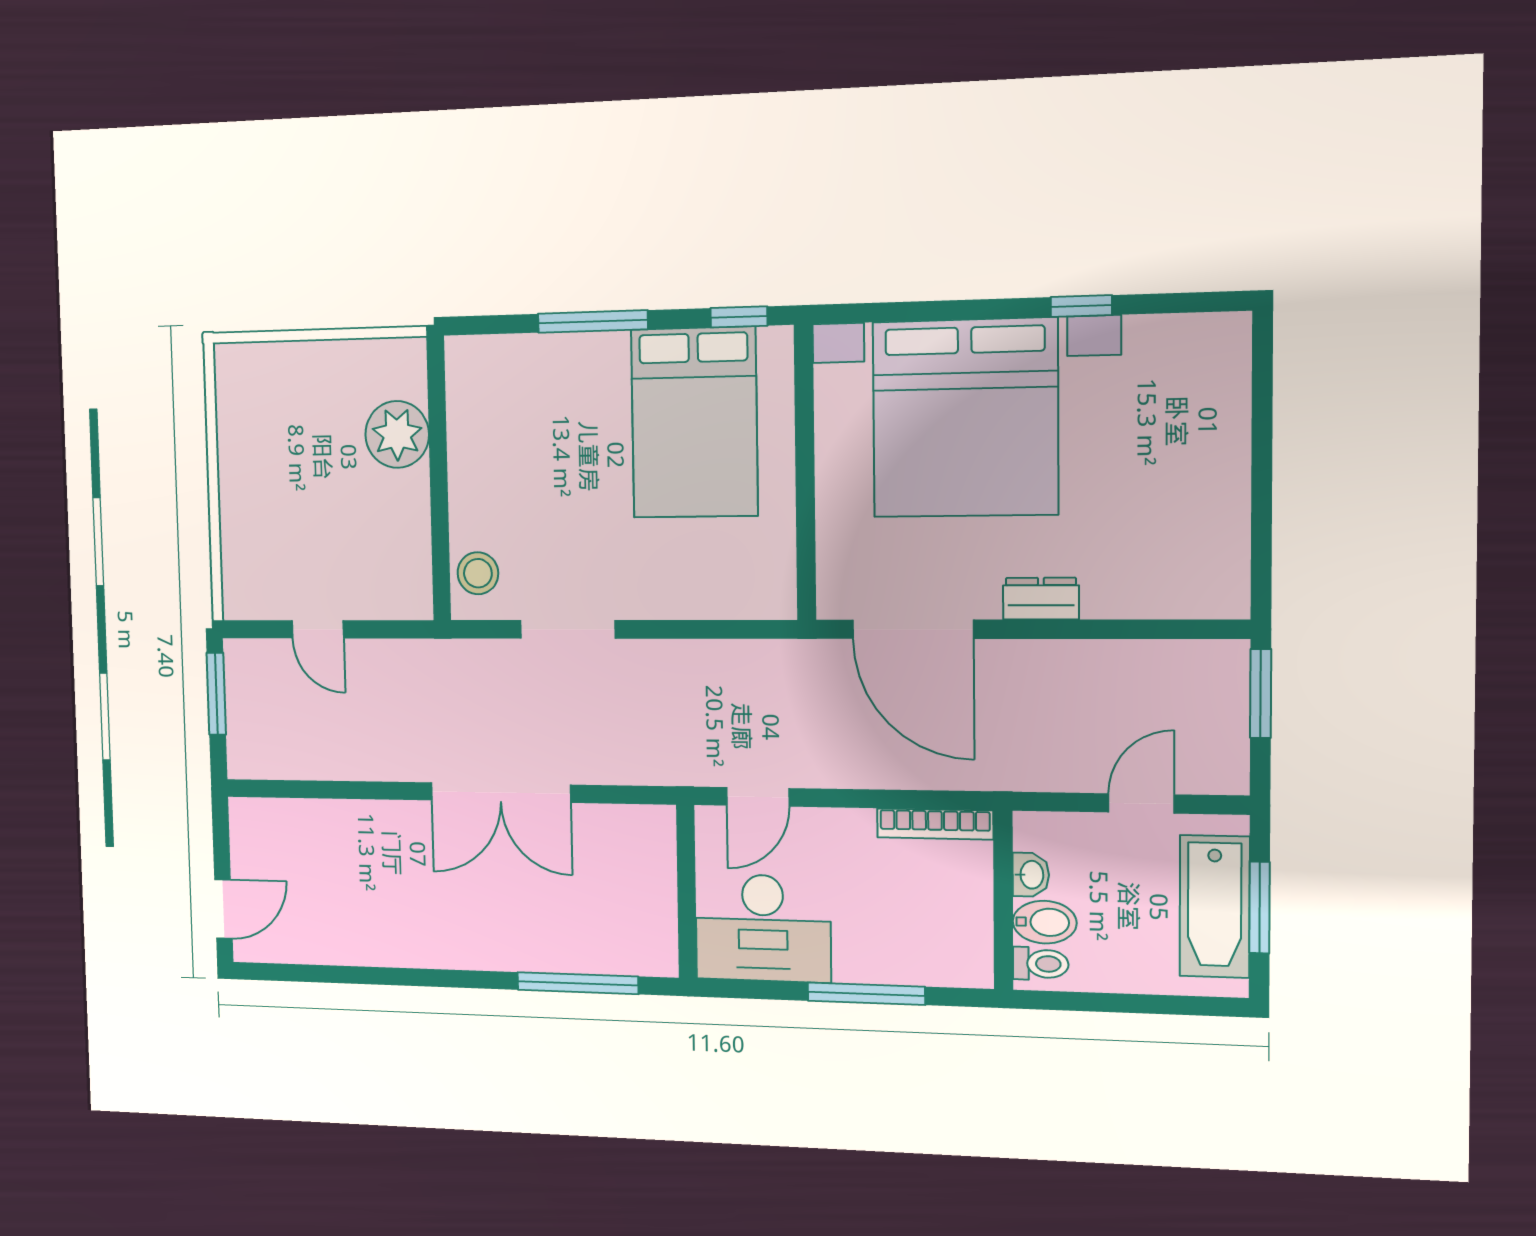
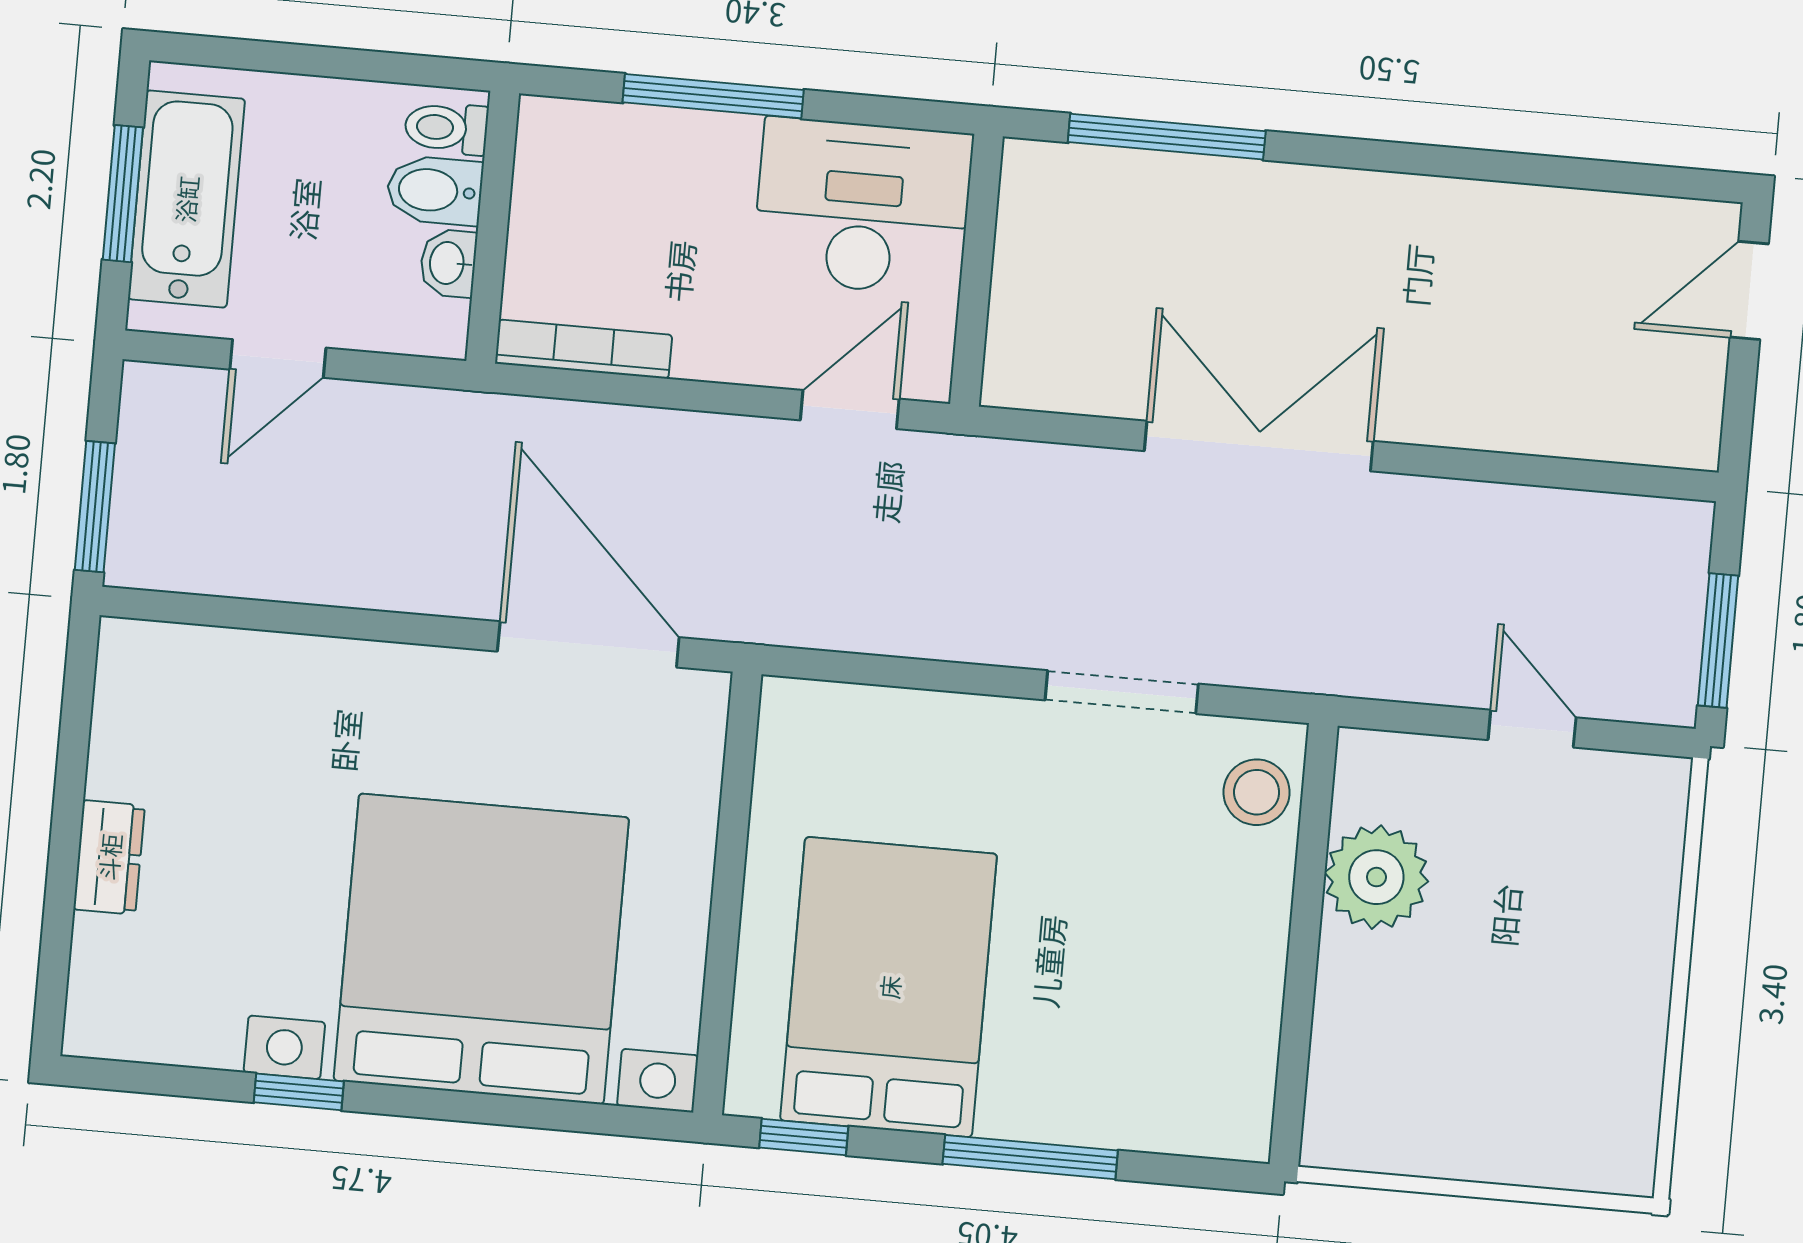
plant: (397, 434) -> (1376, 877), moved
dresser: (1041, 599) -> (109, 857), moved, turned -90

